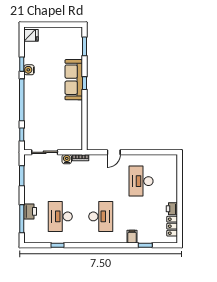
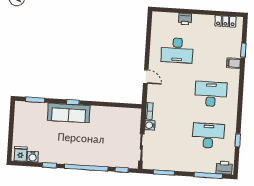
water cooler: (29, 70) -> (33, 157), moved
printer: (172, 209) -> (185, 19), moved
printer: (30, 211) -> (224, 168), moved
desk: (60, 216) -> (208, 136), turned 180

